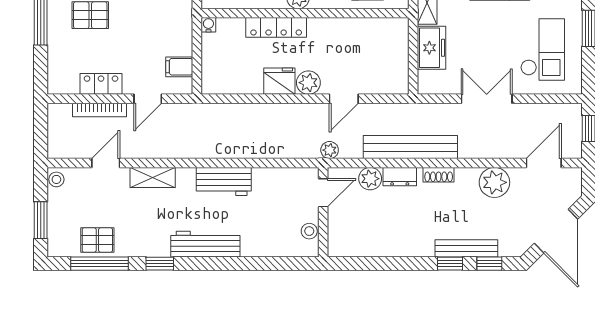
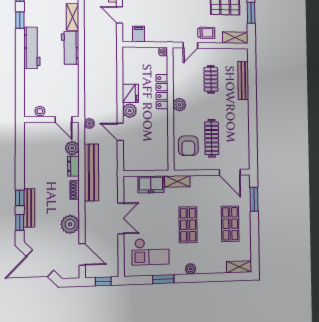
workbench: (224, 181) -> (70, 48), moved

